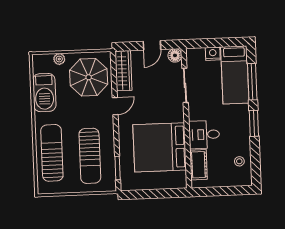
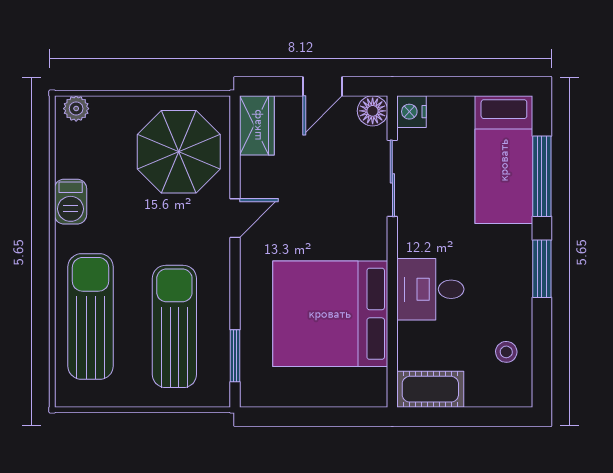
nightstand: (213, 54) -> (412, 112), moved, turned -90
plant: (59, 59) -> (76, 109), moved
wardrobe: (123, 71) -> (257, 125), width x0.67
barbecue: (44, 93) -> (71, 202), width x0.53, depth x0.65
sun lounger: (90, 156) -> (174, 326), turned 180
cot: (198, 165) -> (430, 389), moved, turned 90

